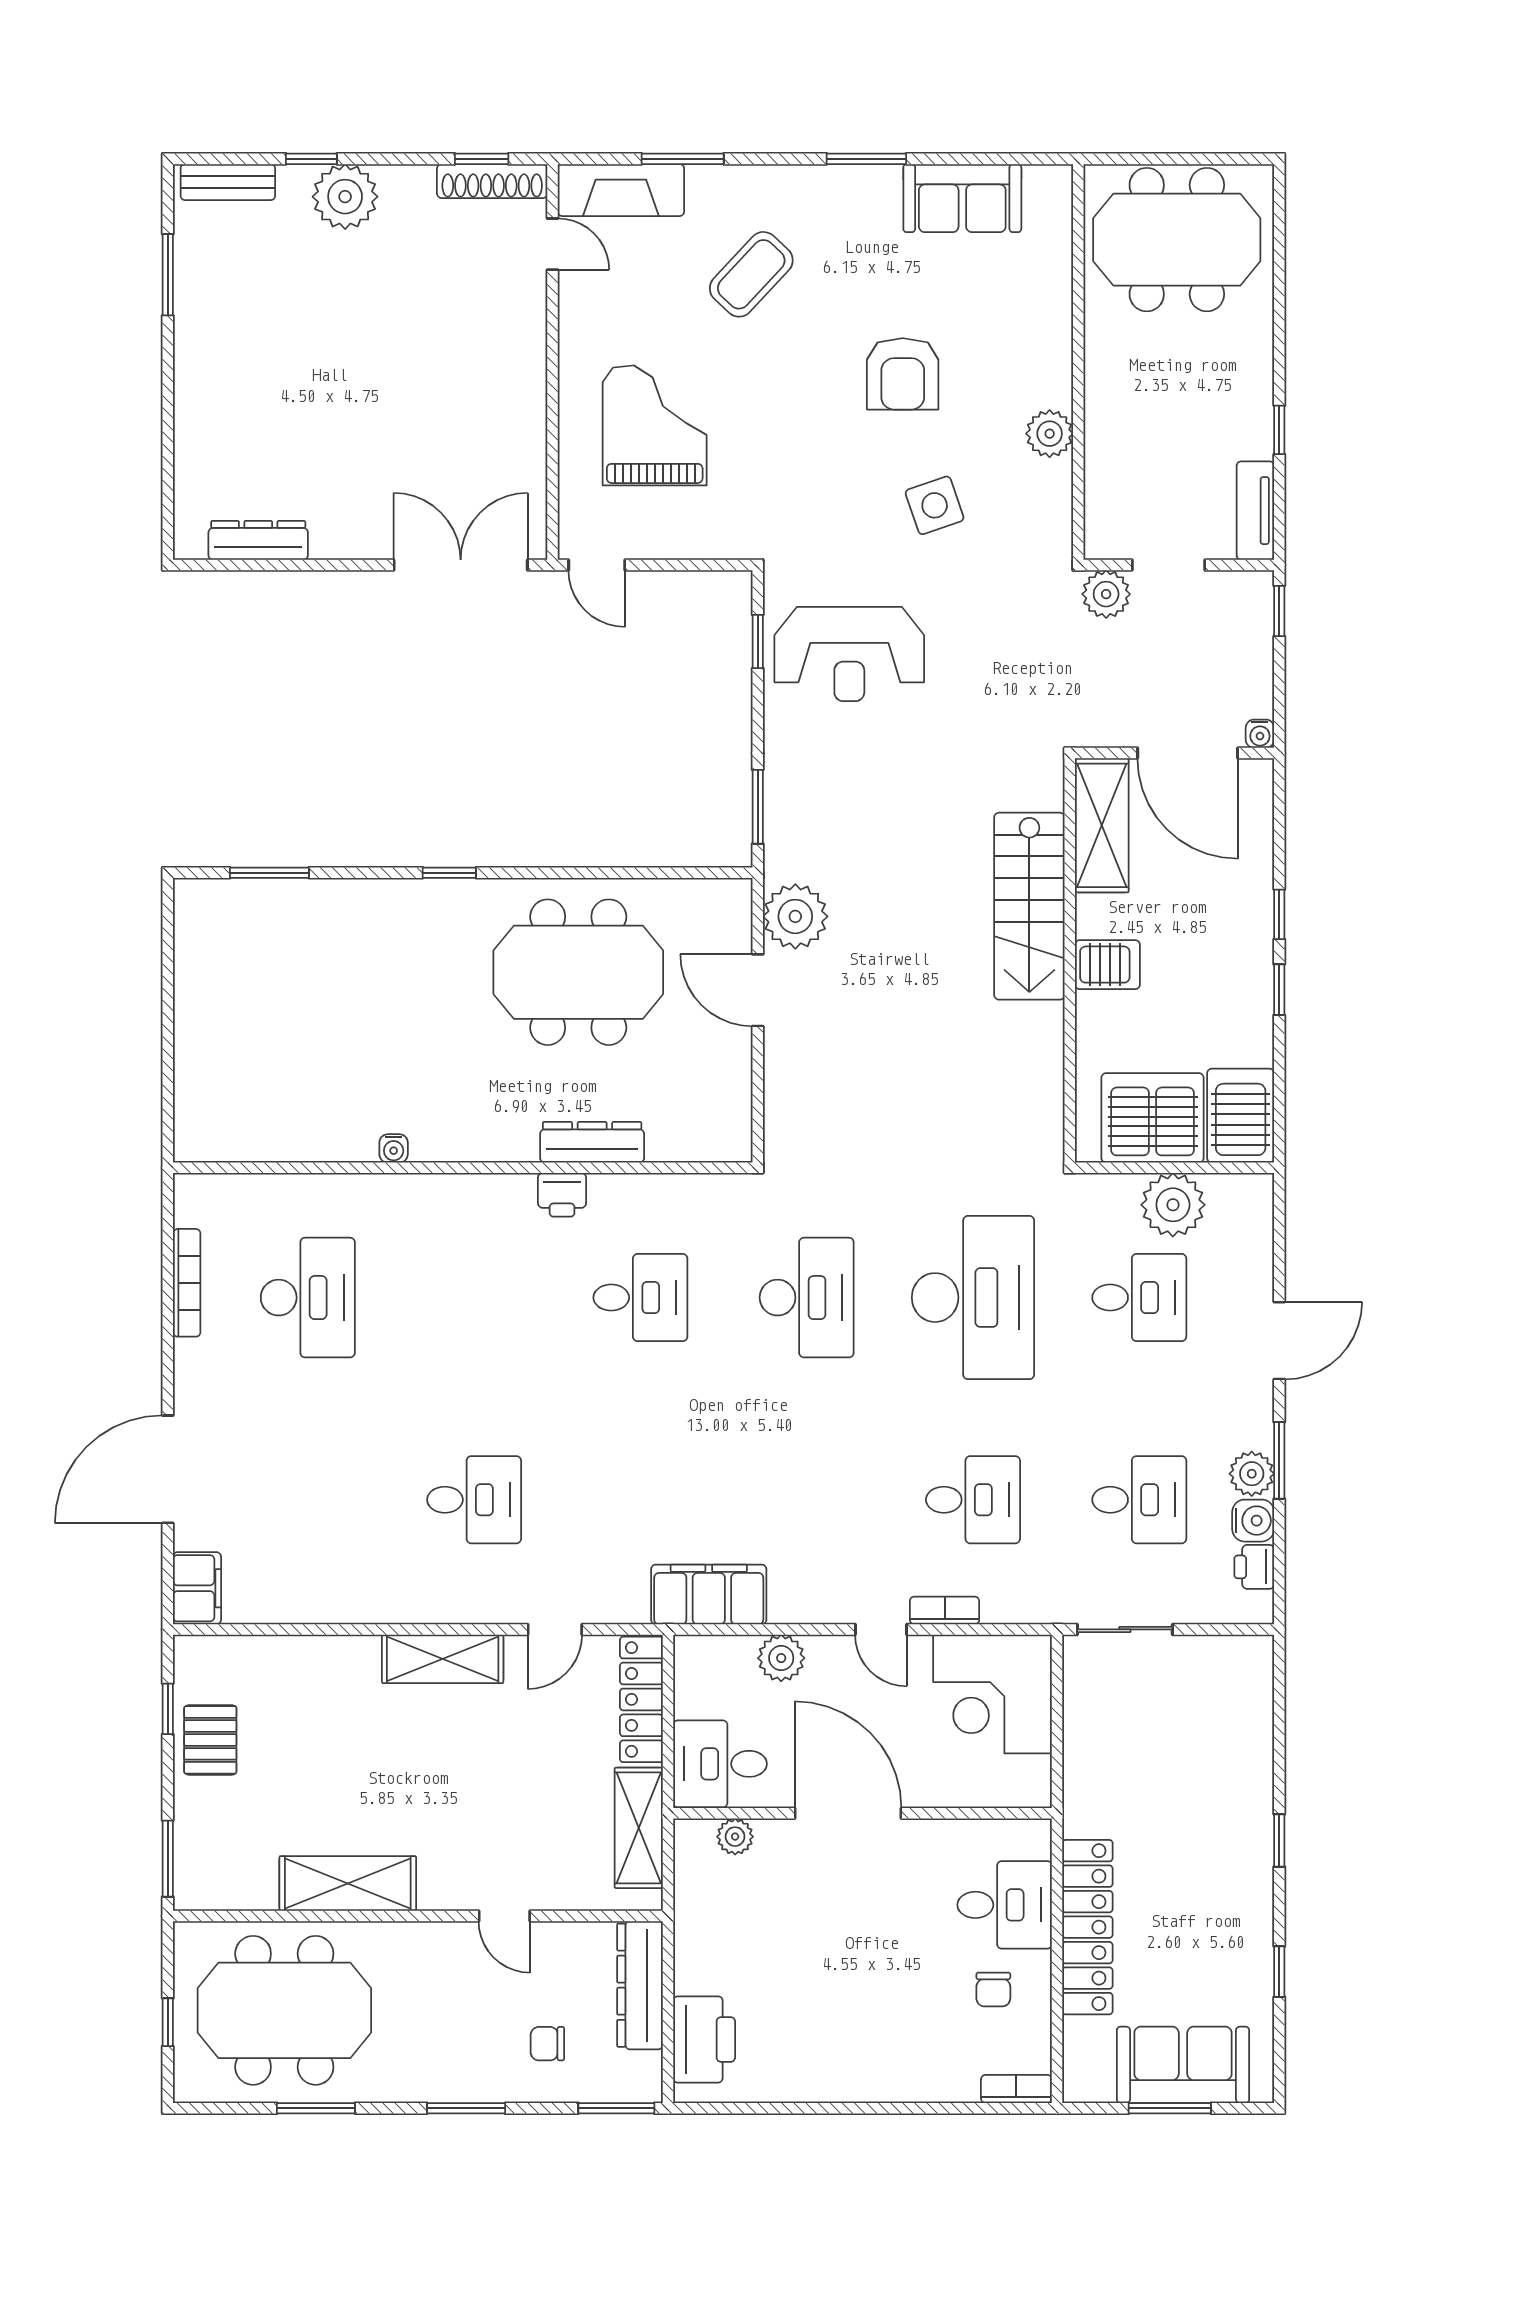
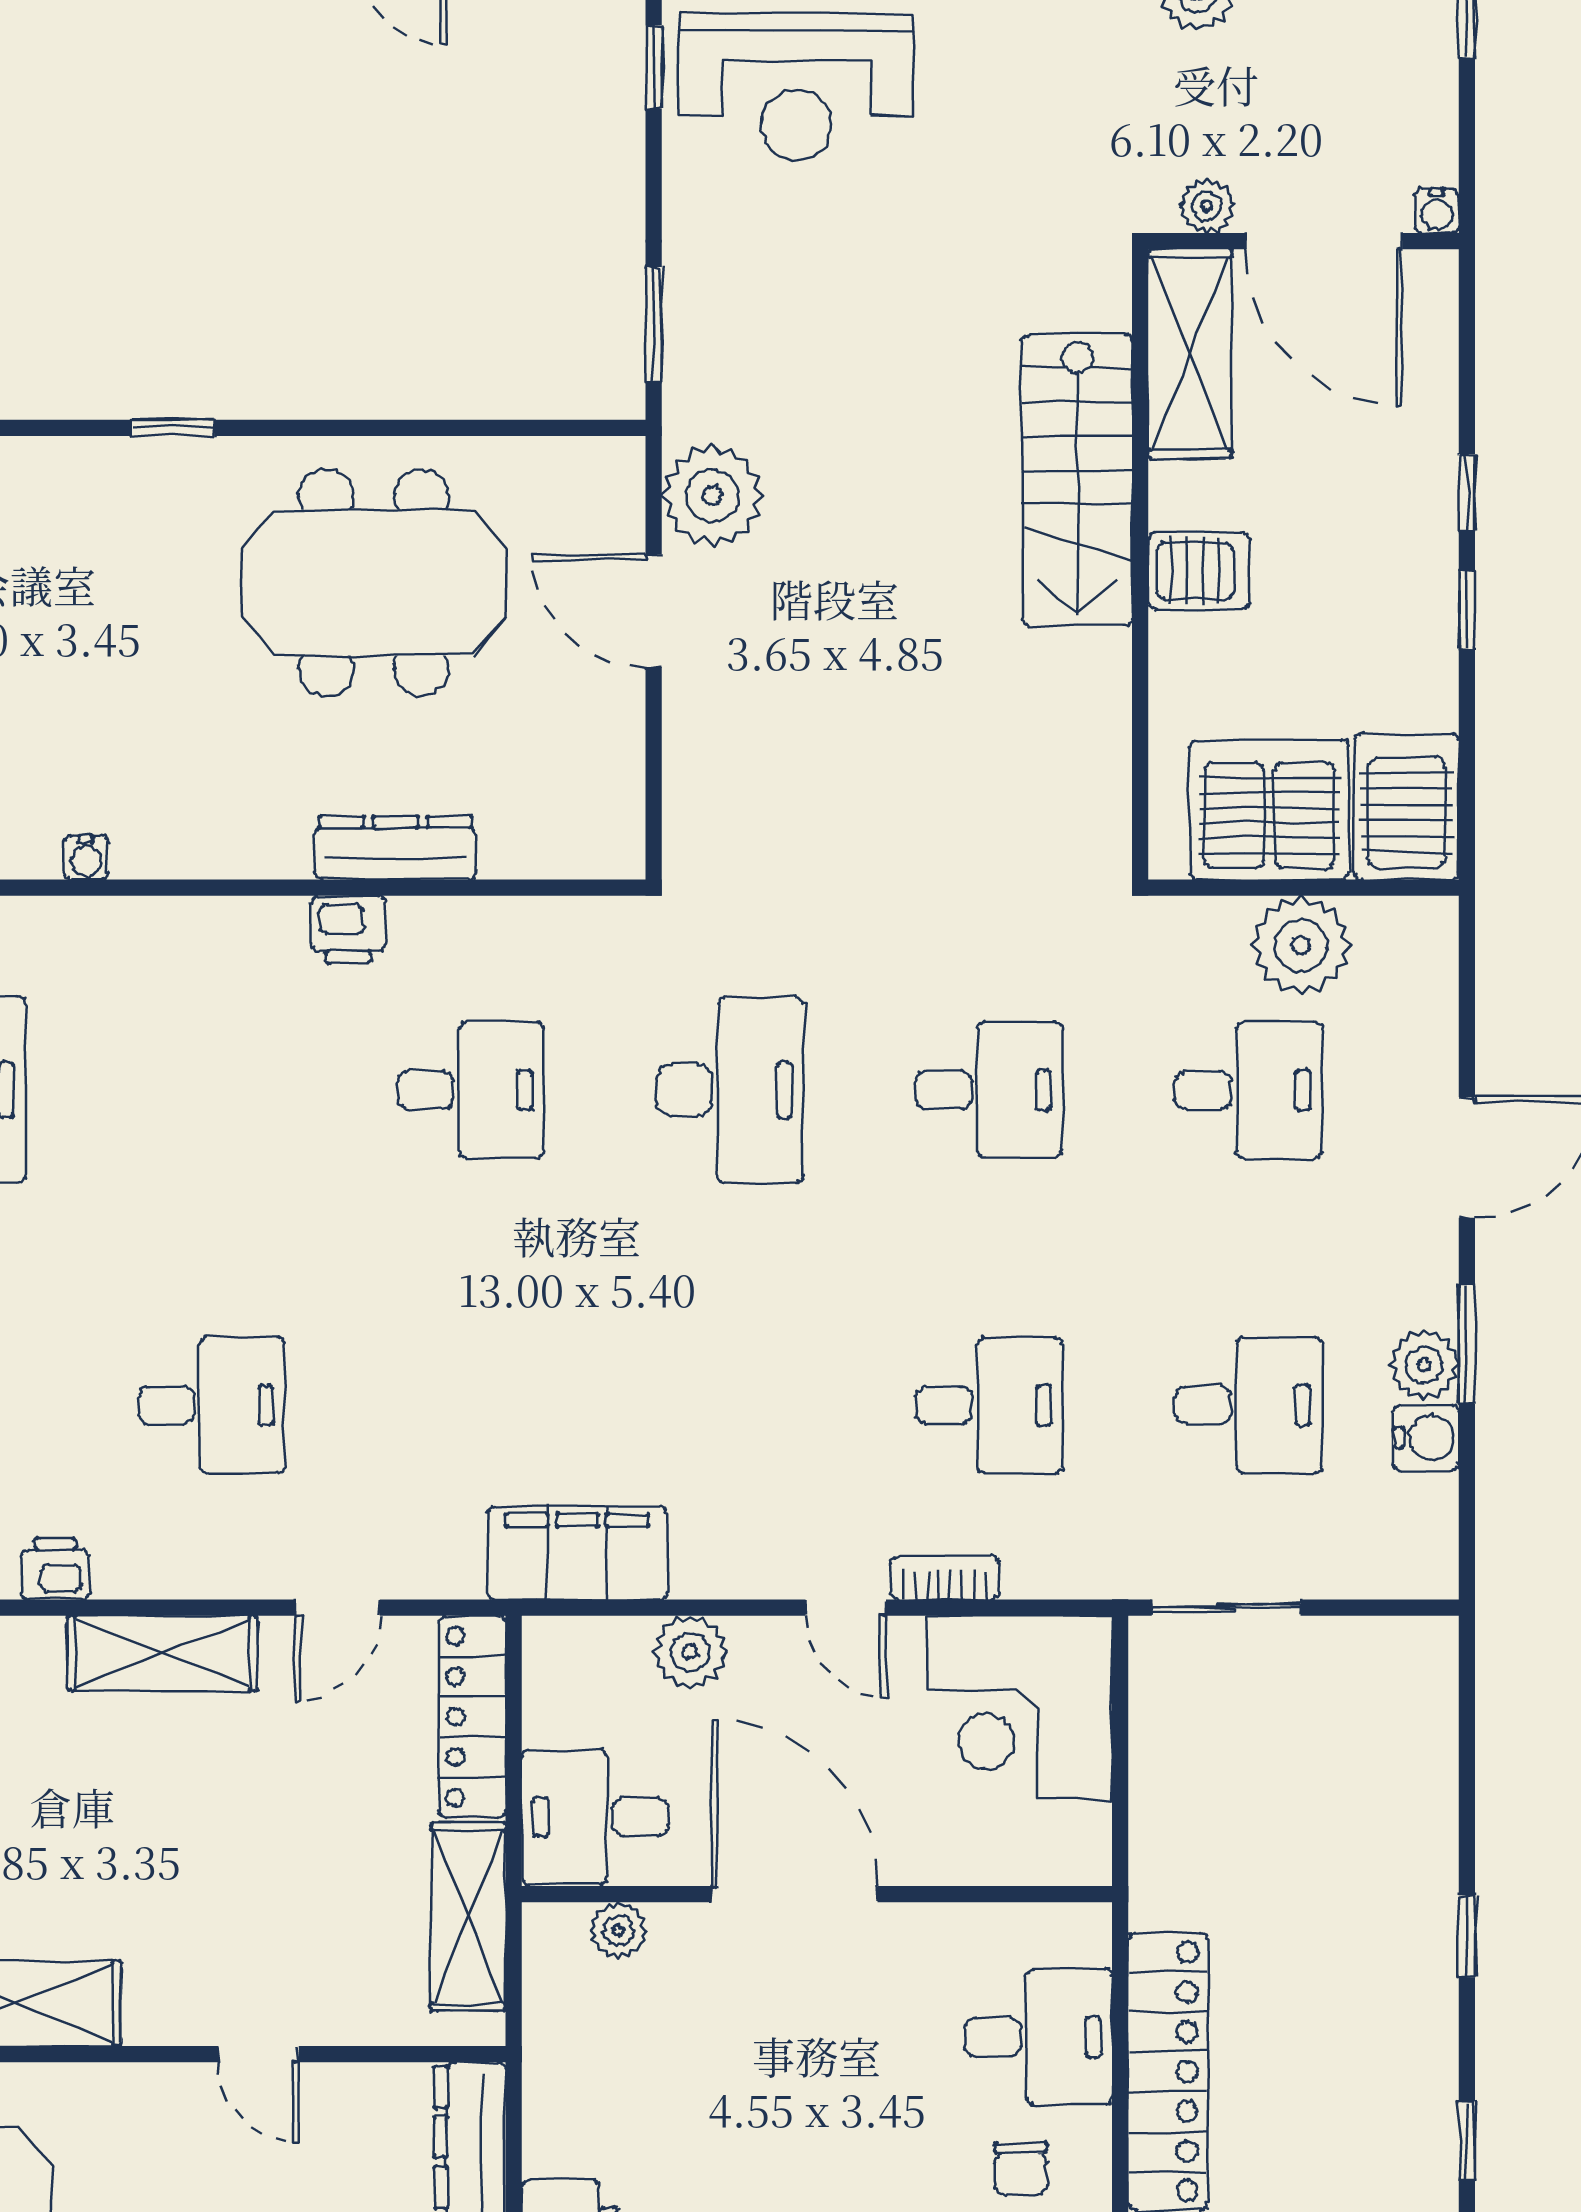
plant: (1112, 730) -> (1207, 206), added
desk: (973, 1298) -> (989, 1090), width x0.53, depth x0.77
printer: (1254, 1567) -> (55, 1568), moved, turned 90

